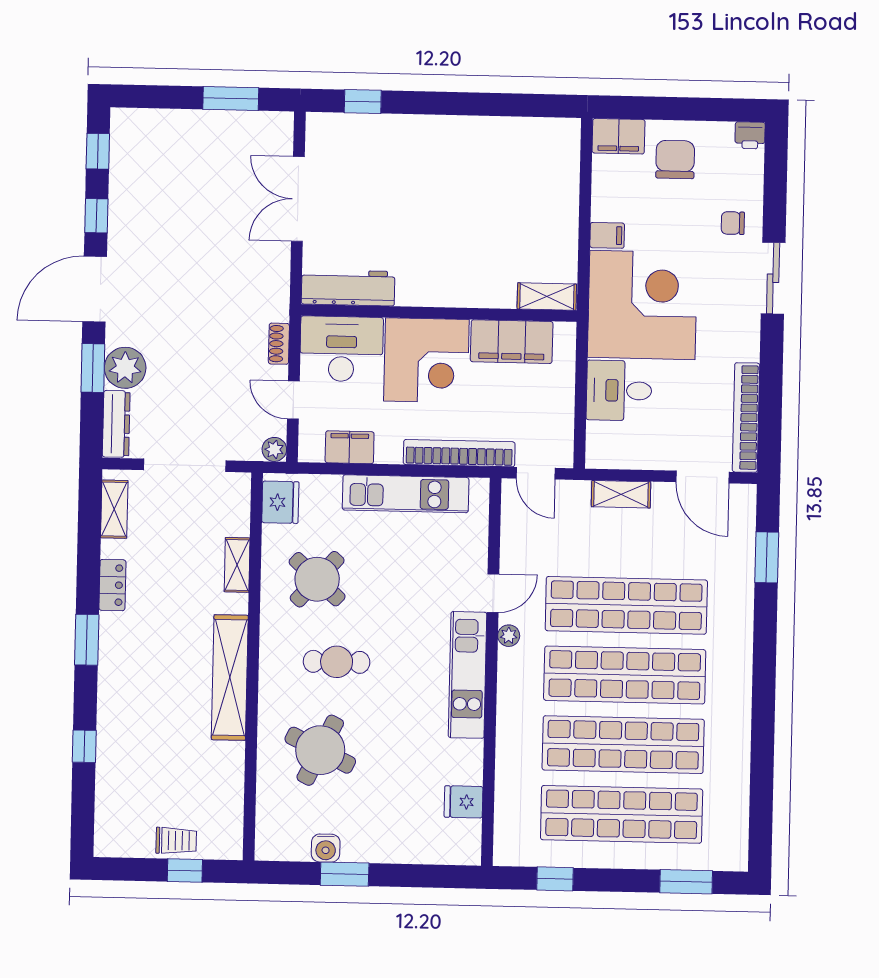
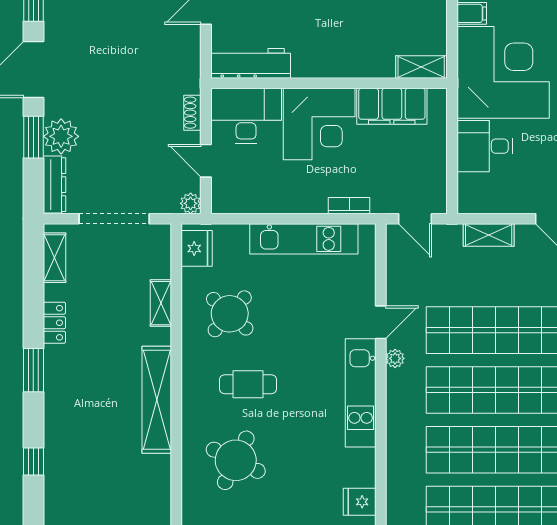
filing cabinet: (350, 447) -> (255, 200), removed
bookcase: (459, 453) -> (349, 206), width x0.43, depth x0.76

